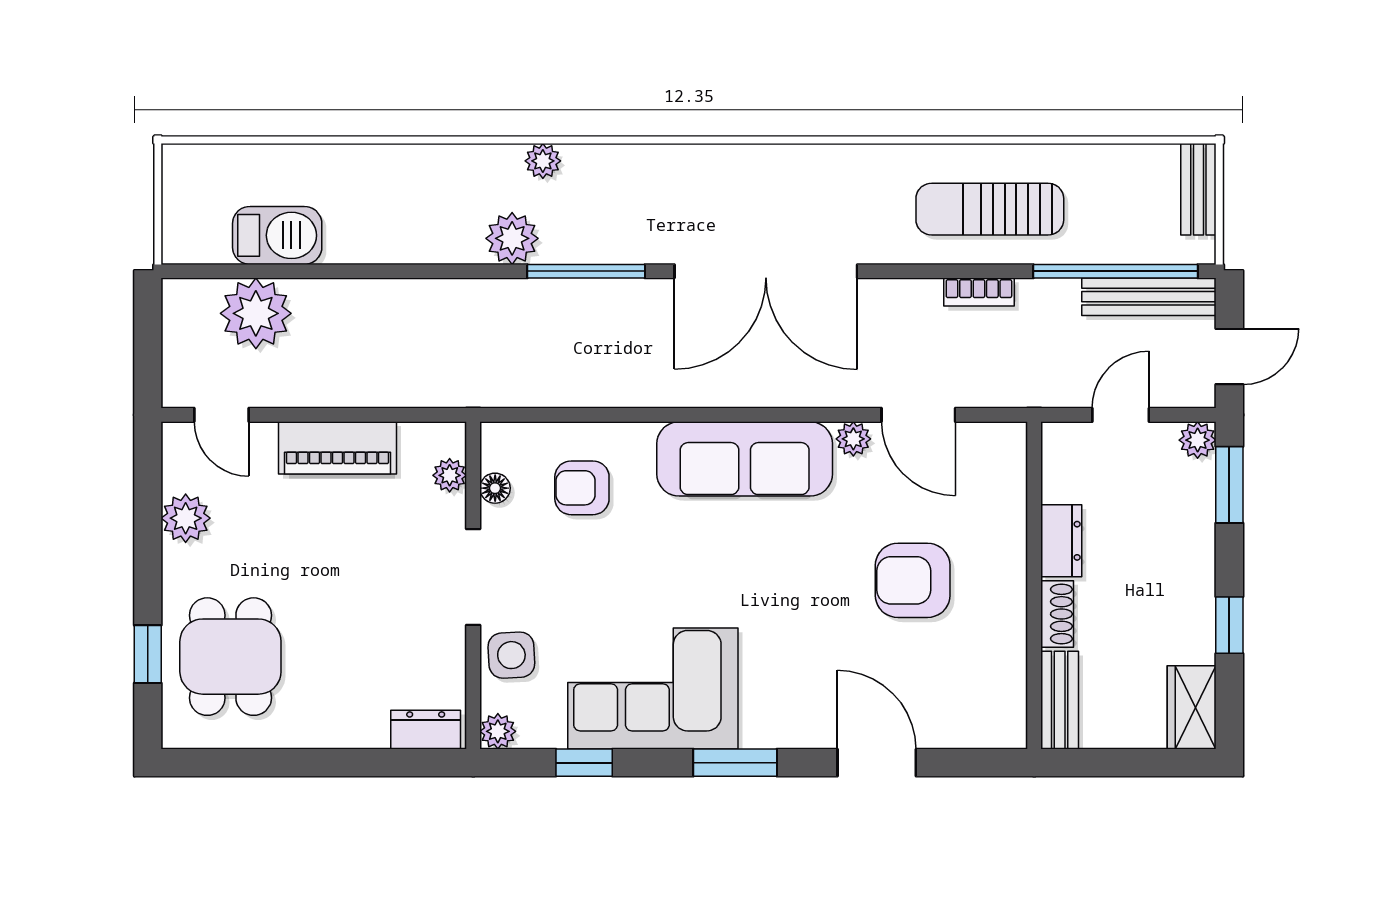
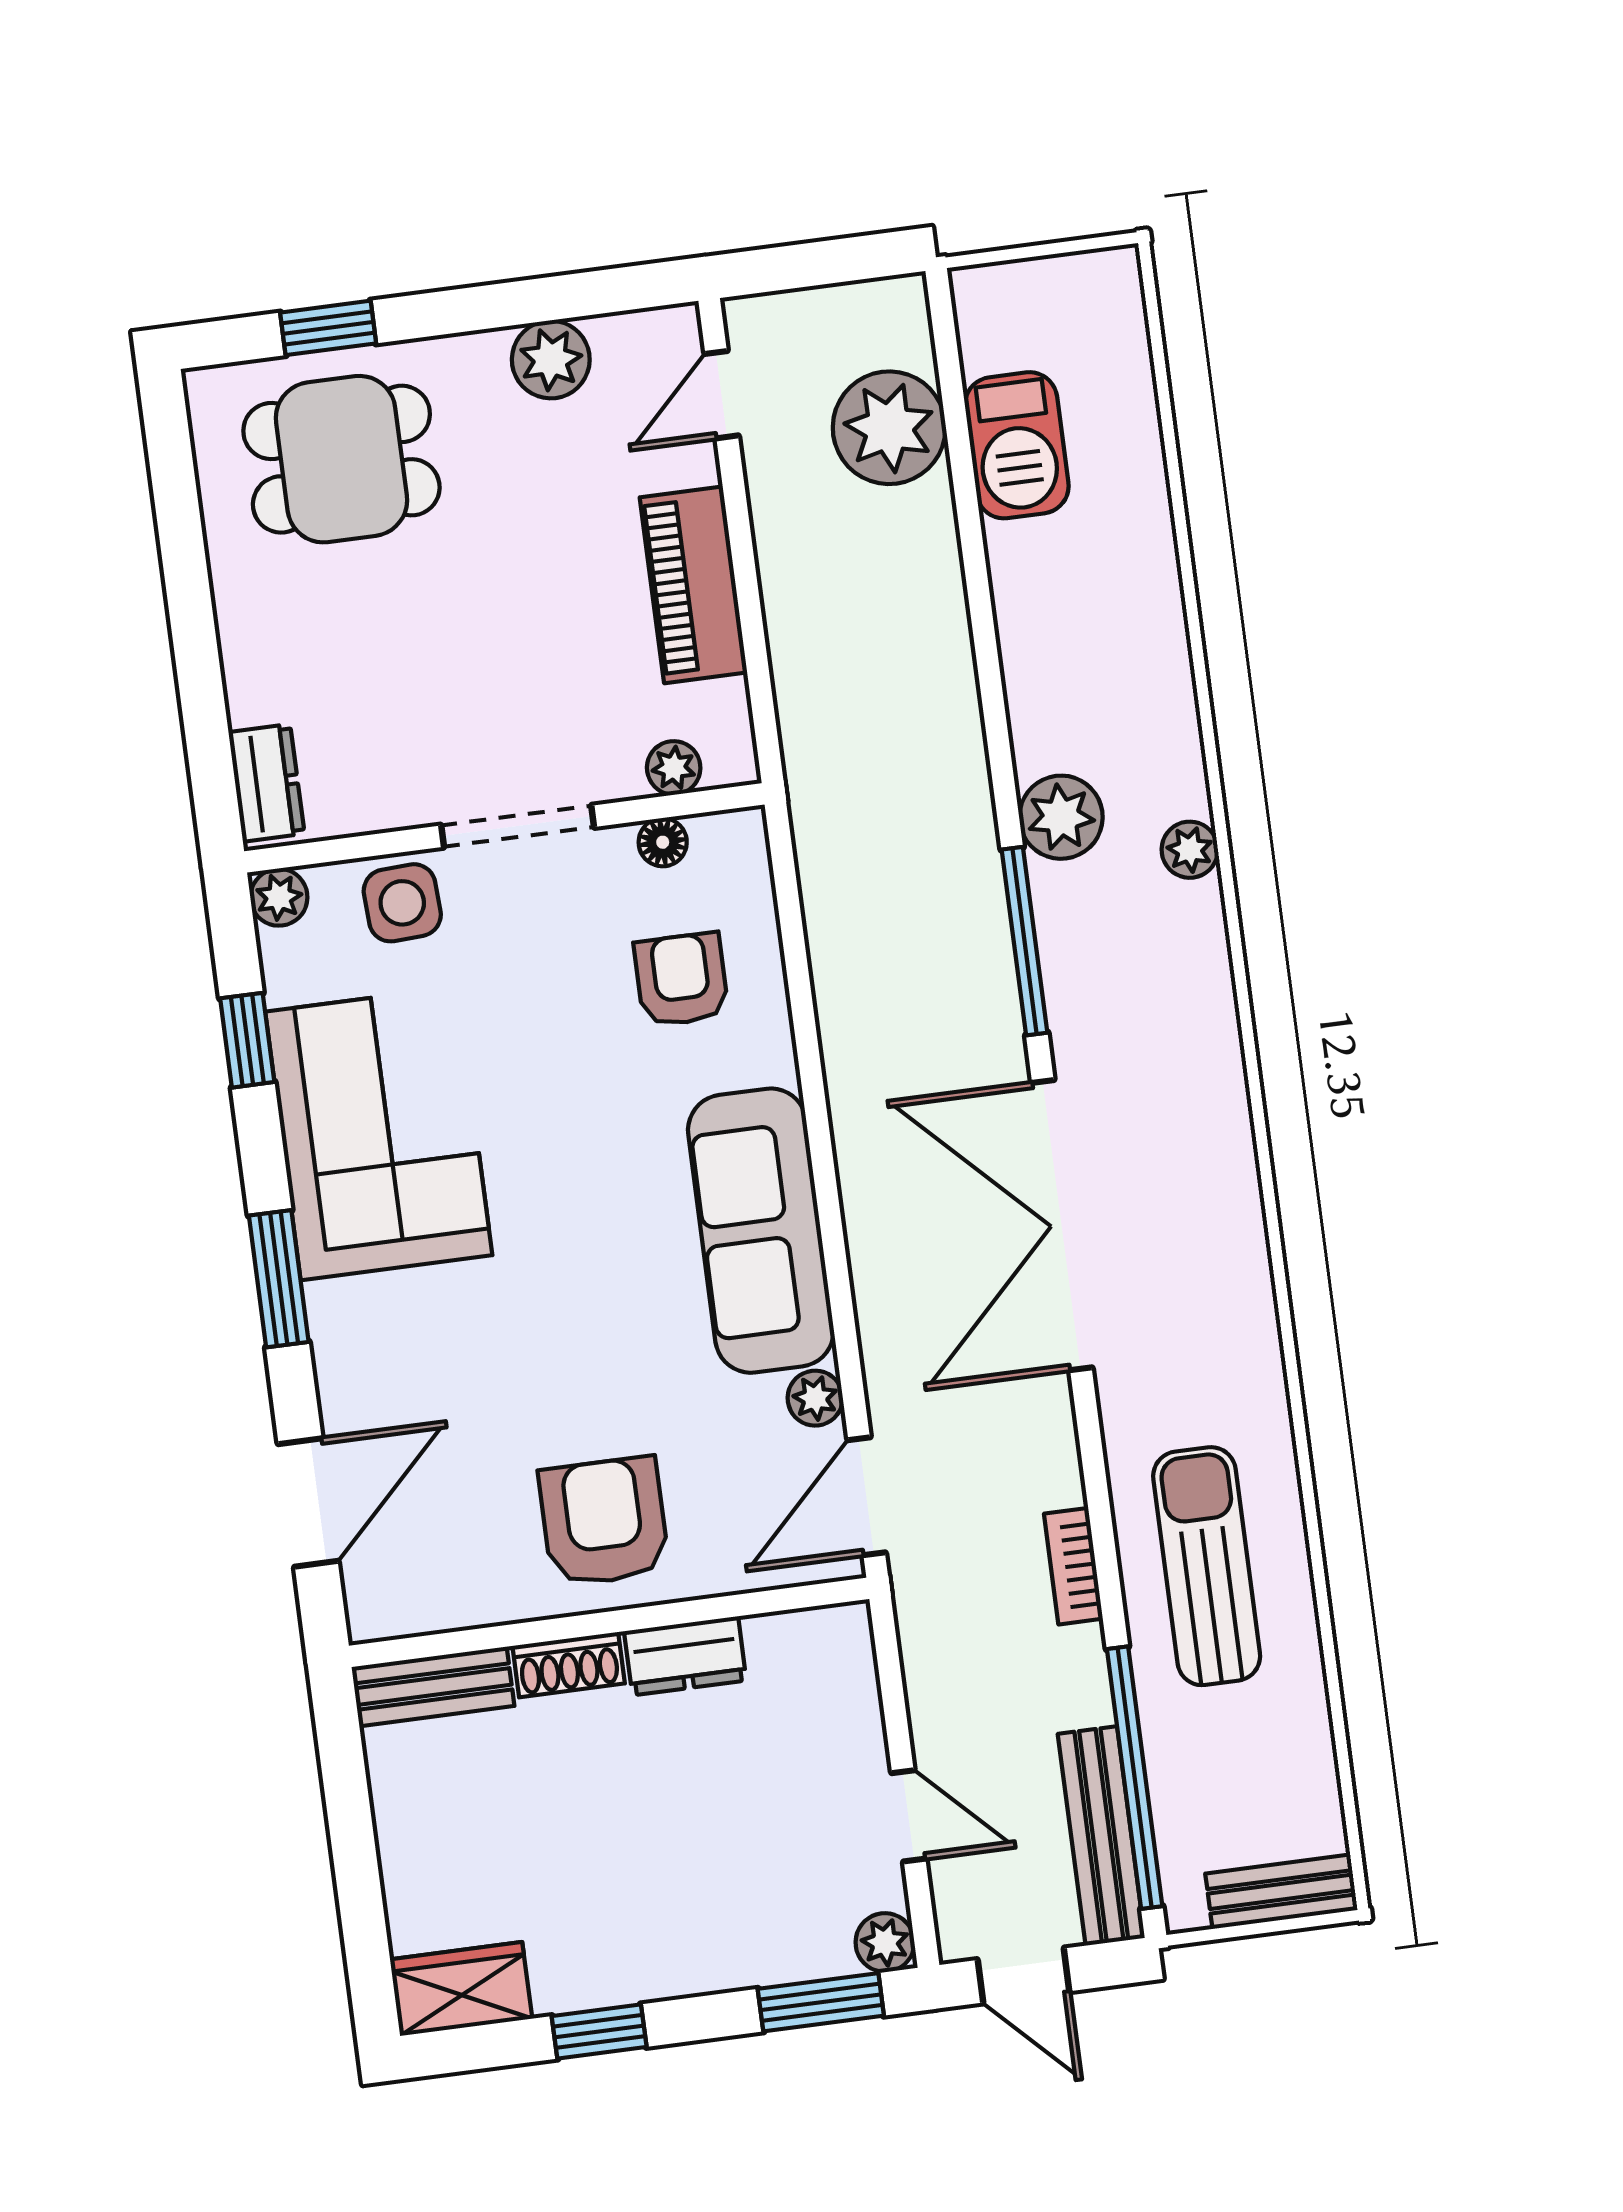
dresser: (1061, 541) -> (685, 1656), moved
wall: (1034, 585) -> (609, 1622), moved
shoe rack: (1057, 614) -> (569, 1665), moved
bench: (1060, 700) -> (433, 1687), moved

